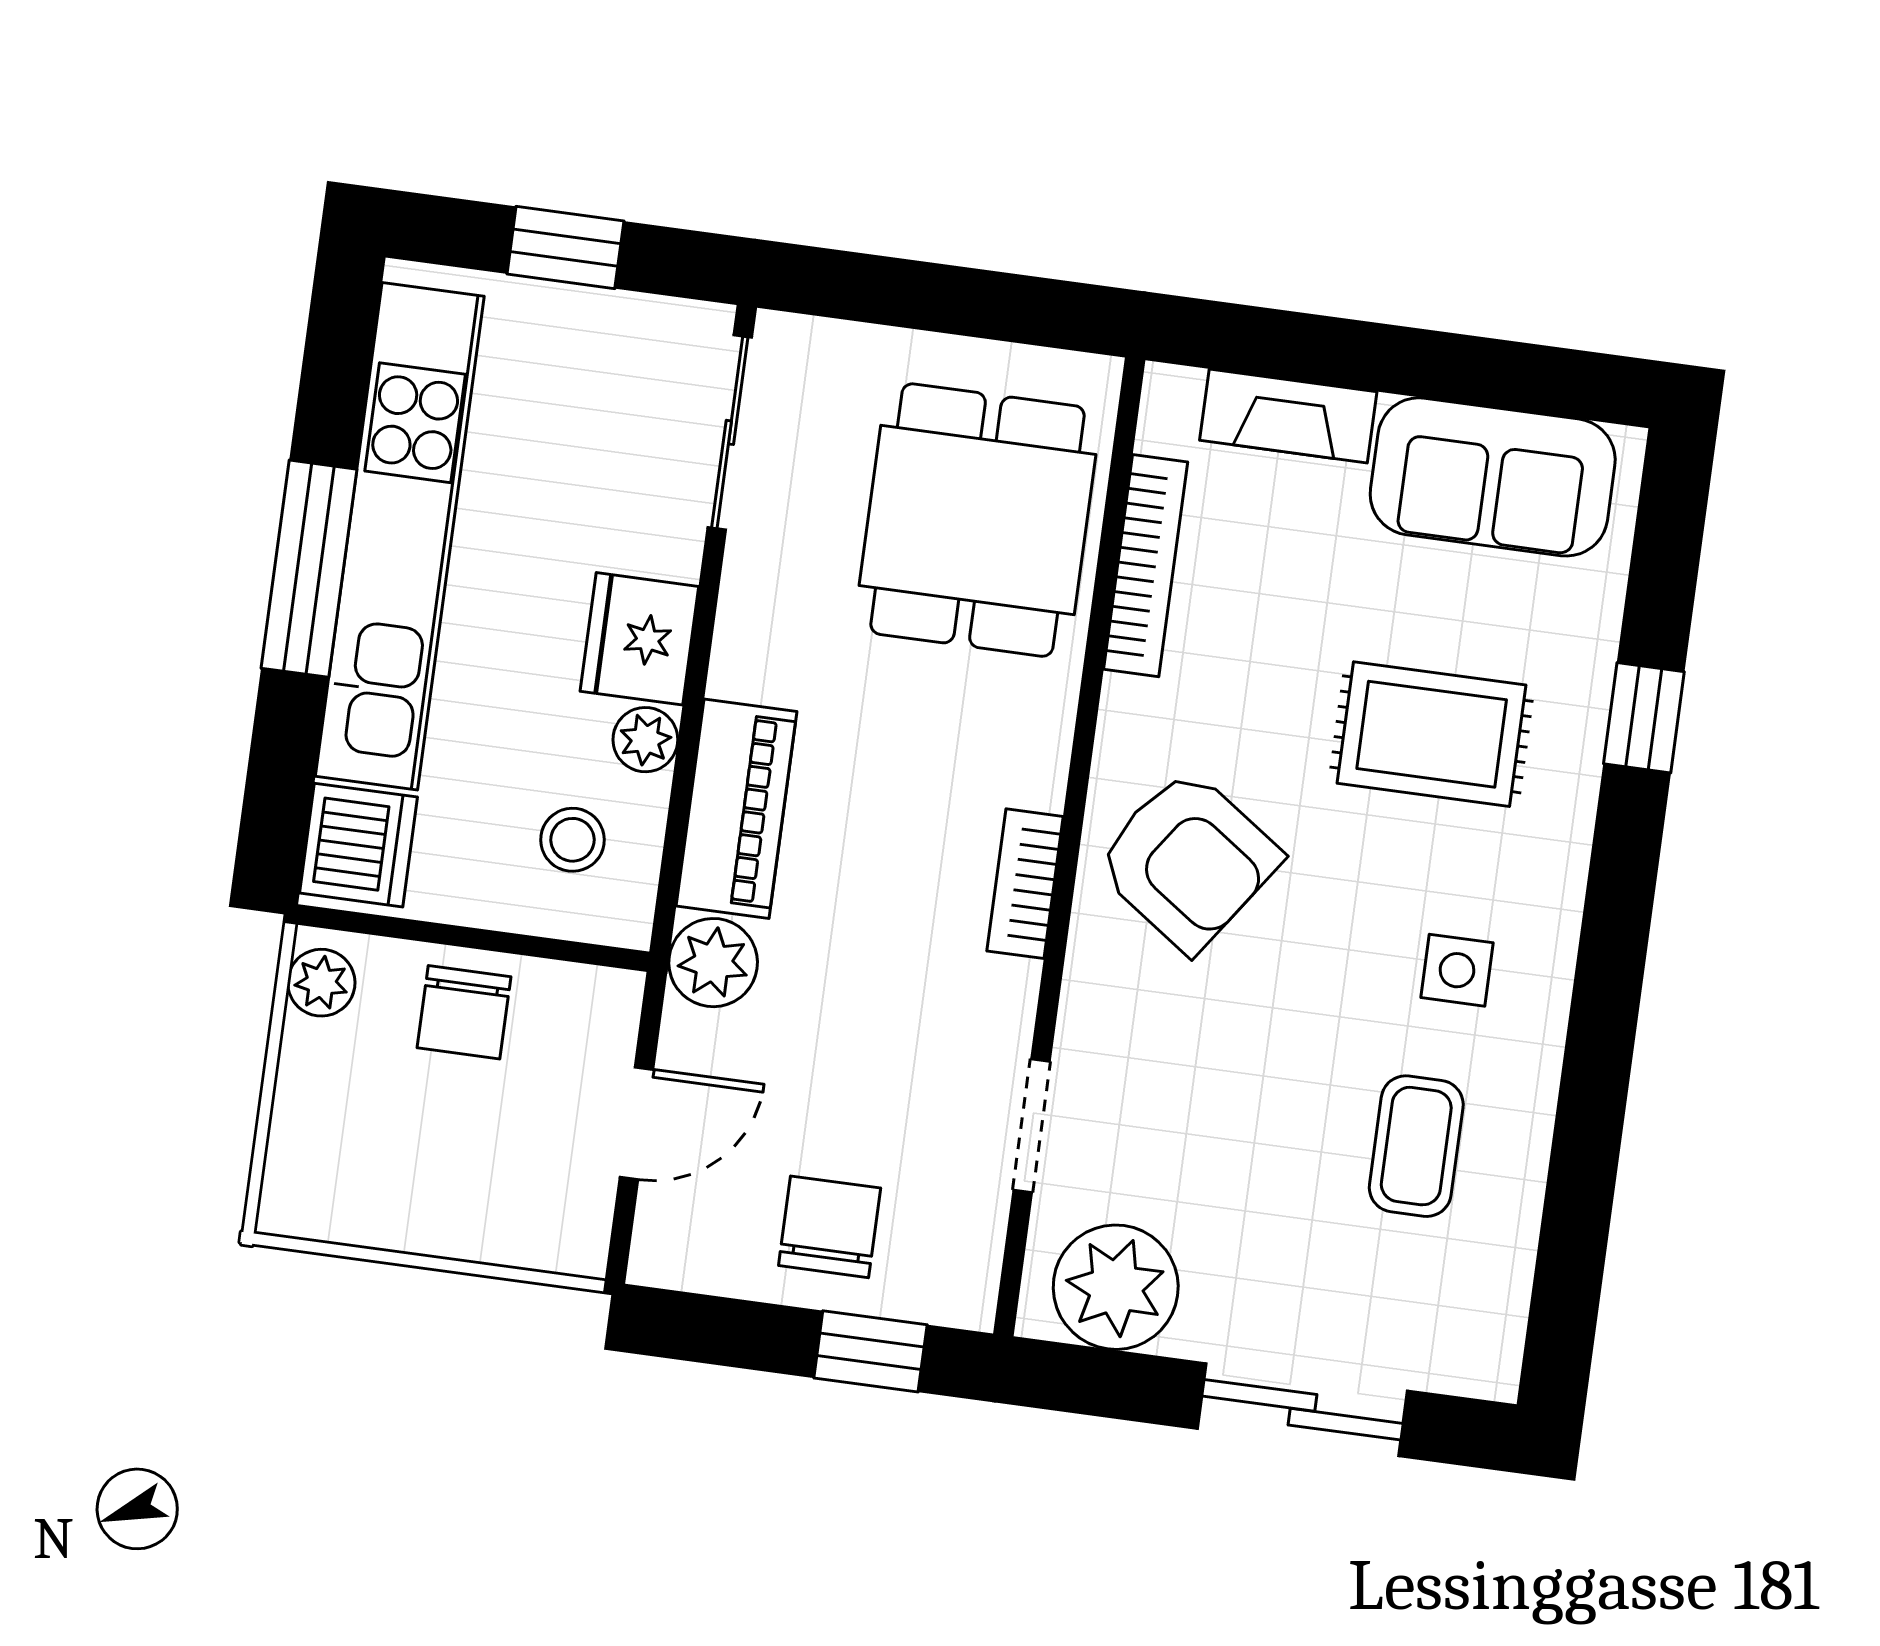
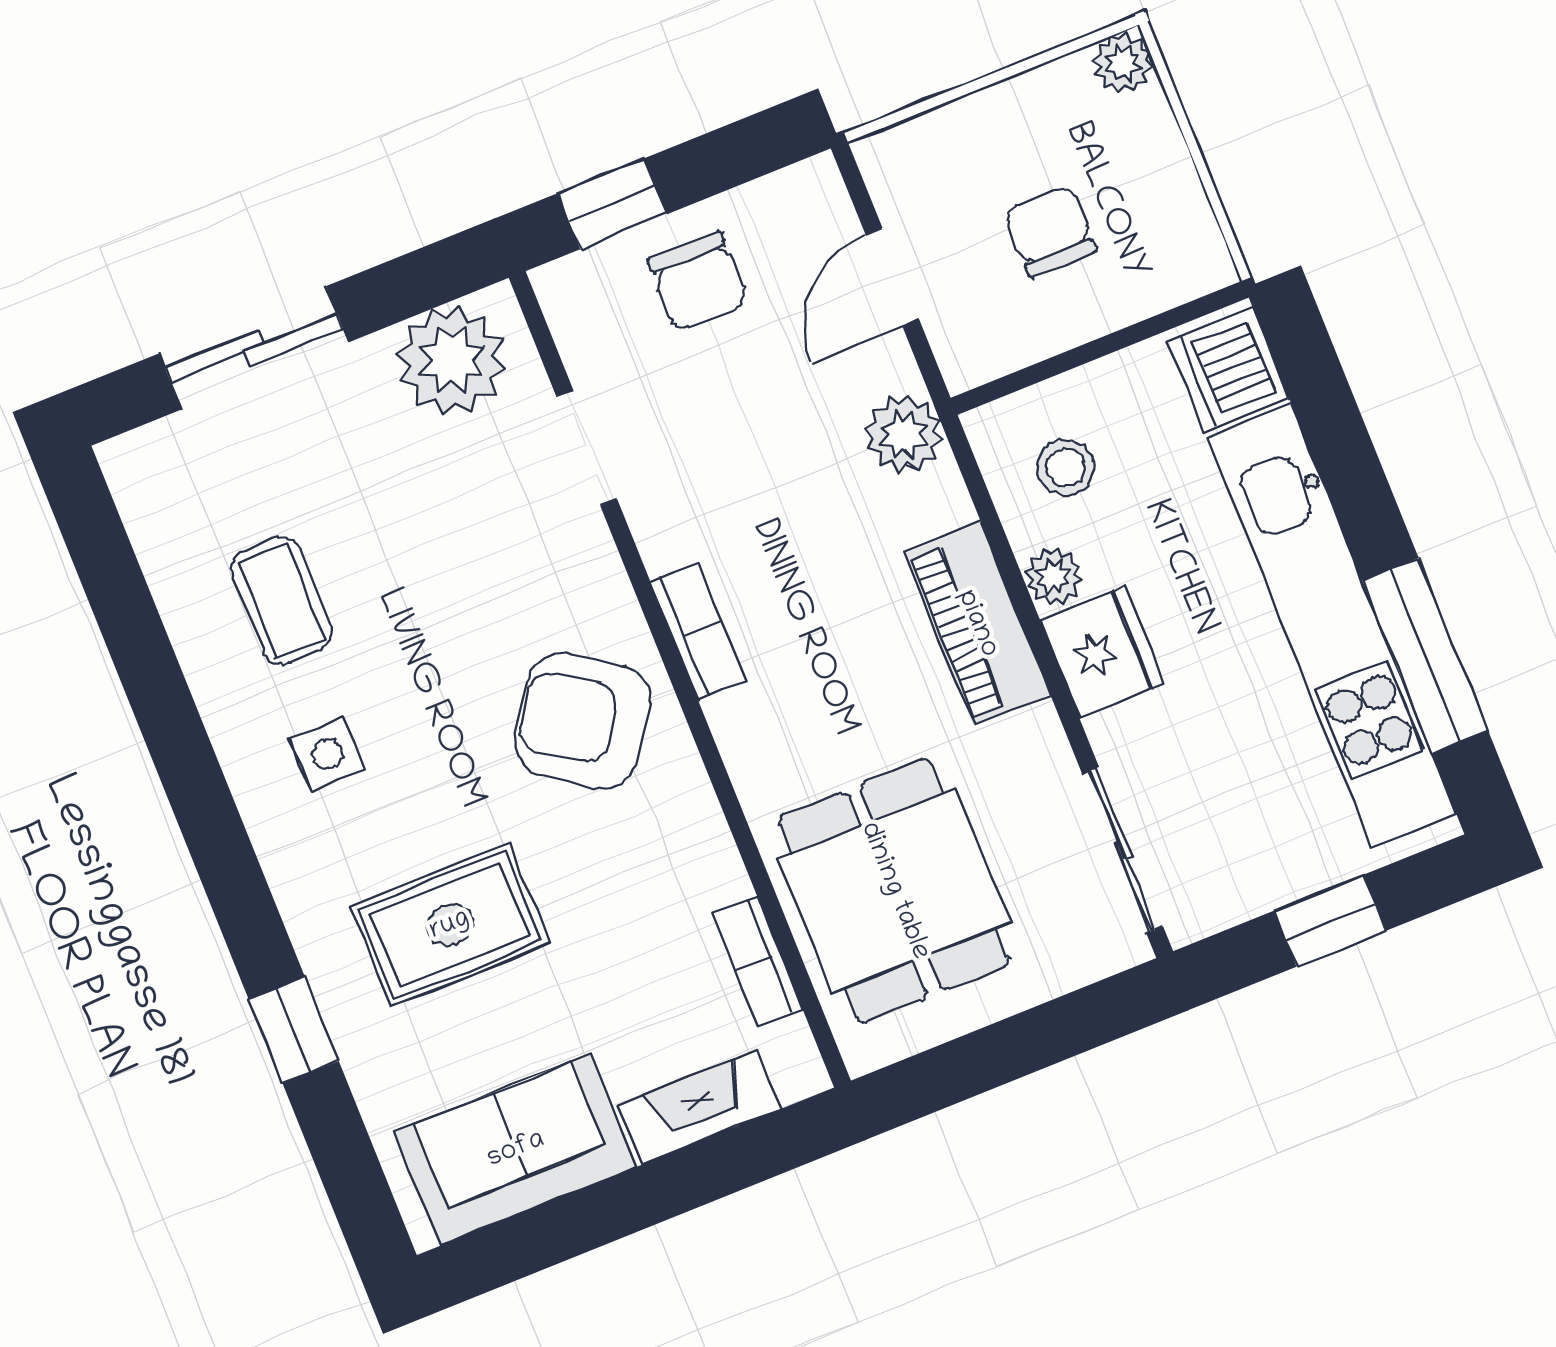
bookcase: (1146, 566) -> (757, 962), width x0.64
window: (309, 569) -> (1425, 656), moved
piano: (736, 809) -> (977, 624), moved
plant: (321, 983) -> (1123, 63), moved
chair: (464, 1012) -> (1050, 231), moved

